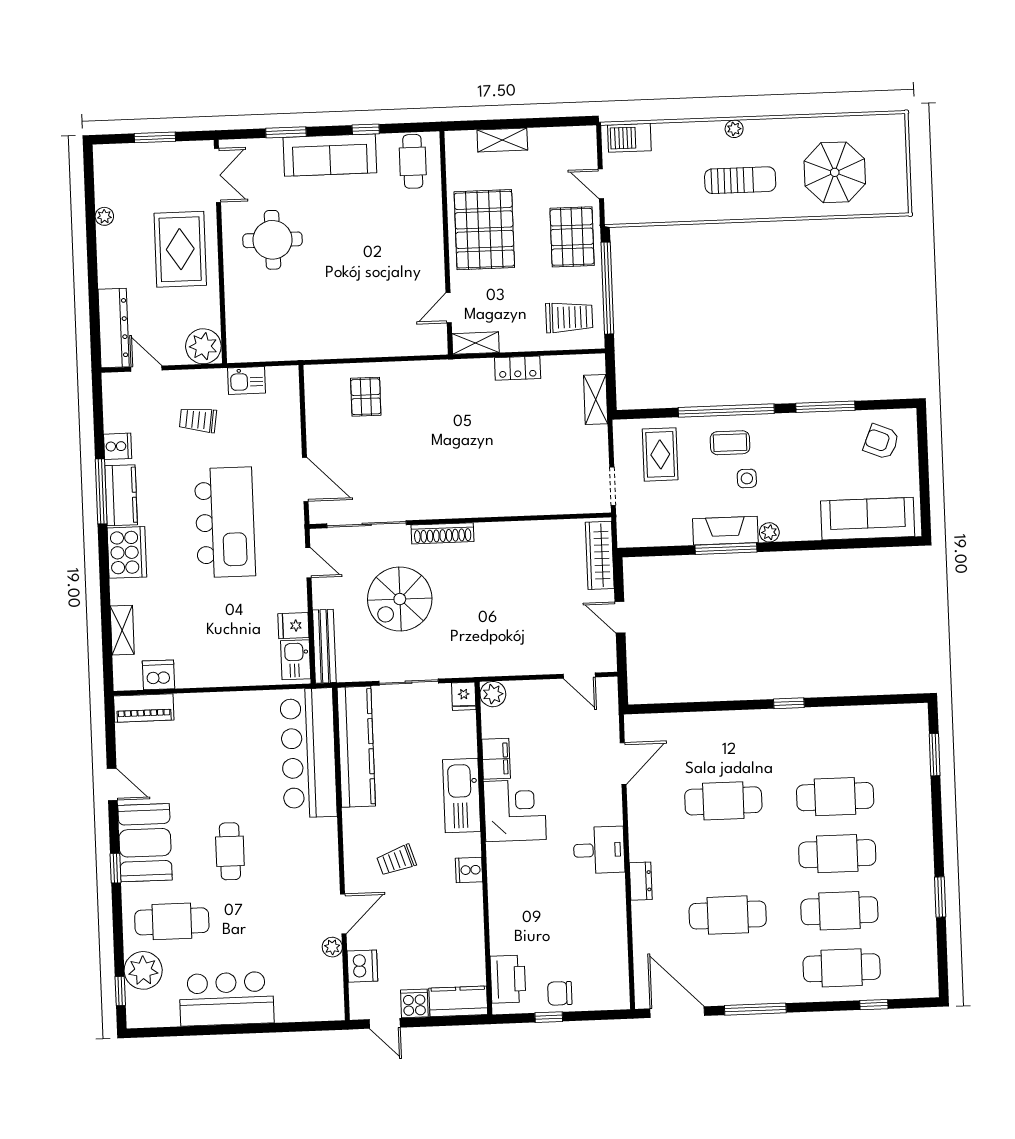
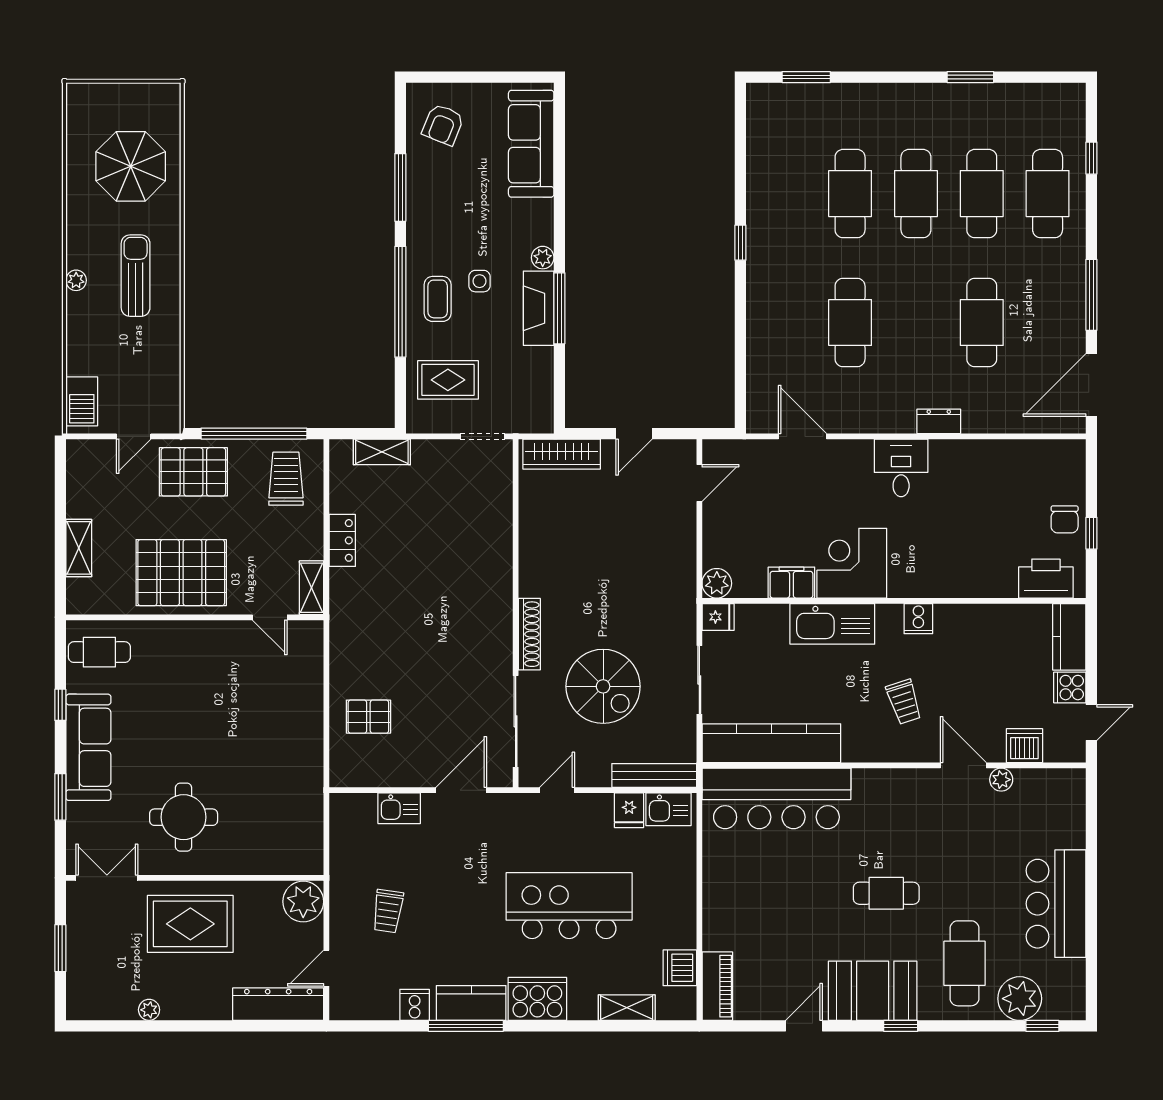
kitchen sink: (247, 380) -> (399, 808), moved, turned 90
kitchen island: (225, 522) -> (569, 906), moved

